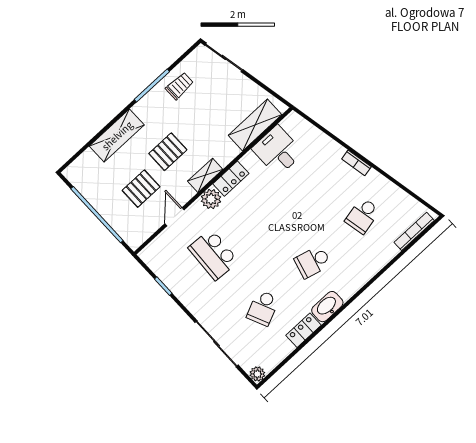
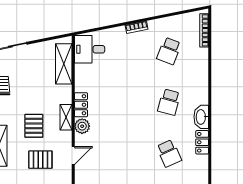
desk: (278, 151) -> (90, 49), moved
pallet: (141, 189) -> (40, 160), turned 90
school desk: (363, 216) -> (169, 51), turned 33
door: (174, 217) -> (73, 156), swing flipped
school desk: (213, 254) -> (114, 153), removed

